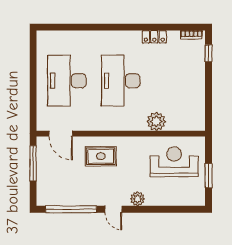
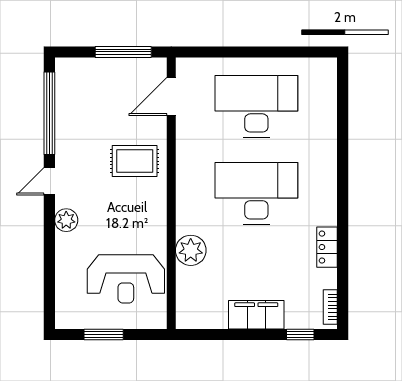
filing cabinet: (196, 81) -> (256, 315), added
rug: (101, 156) -> (135, 161), turned 90
reception desk: (174, 162) -> (126, 279), turned 90

